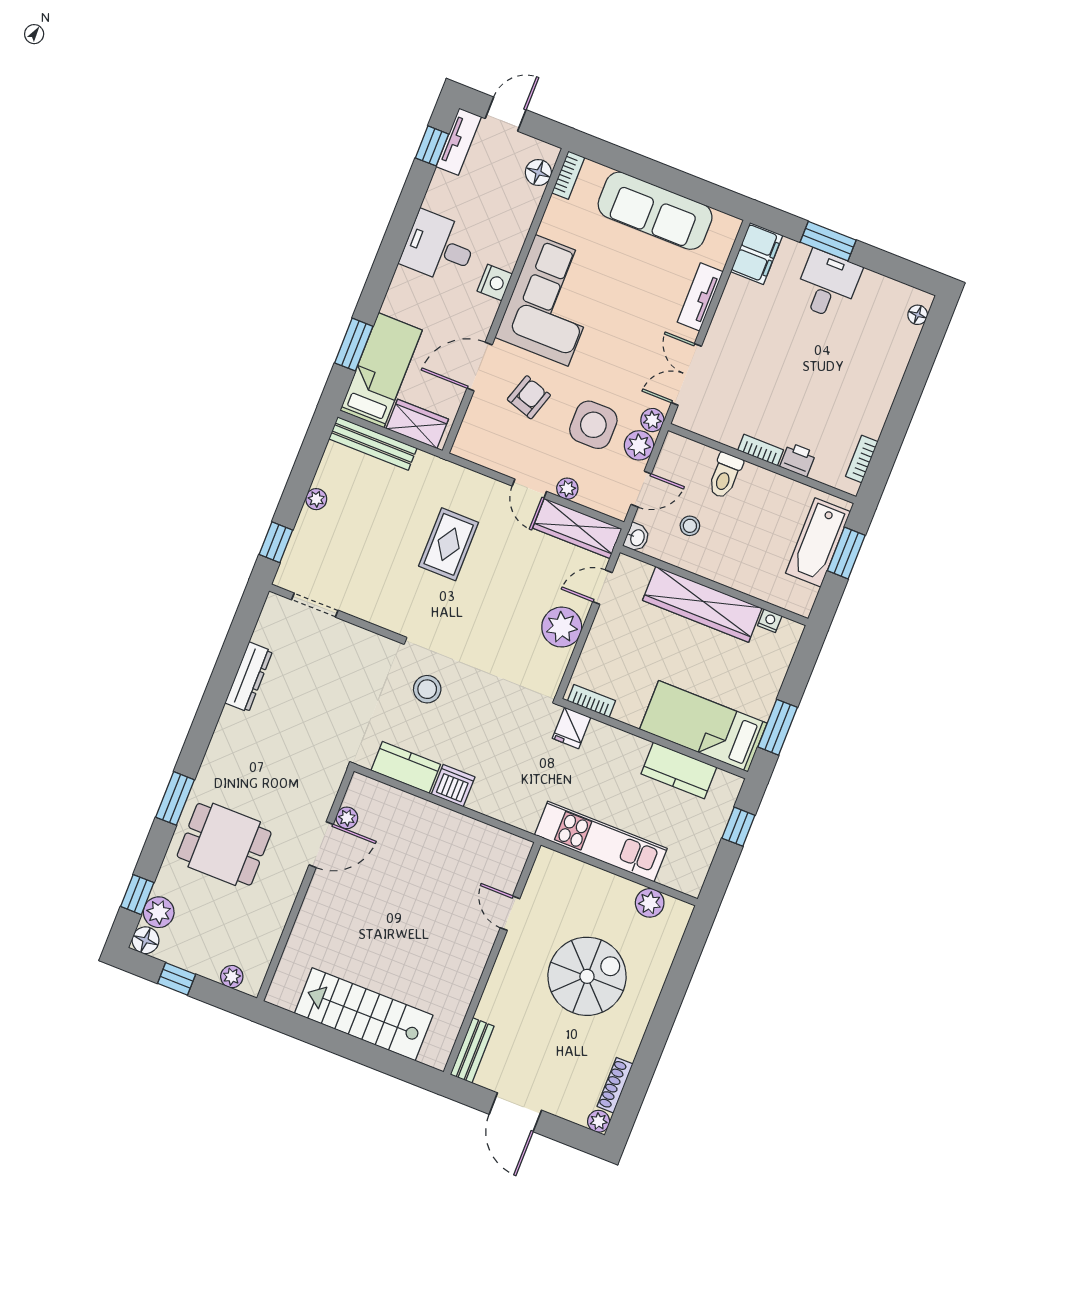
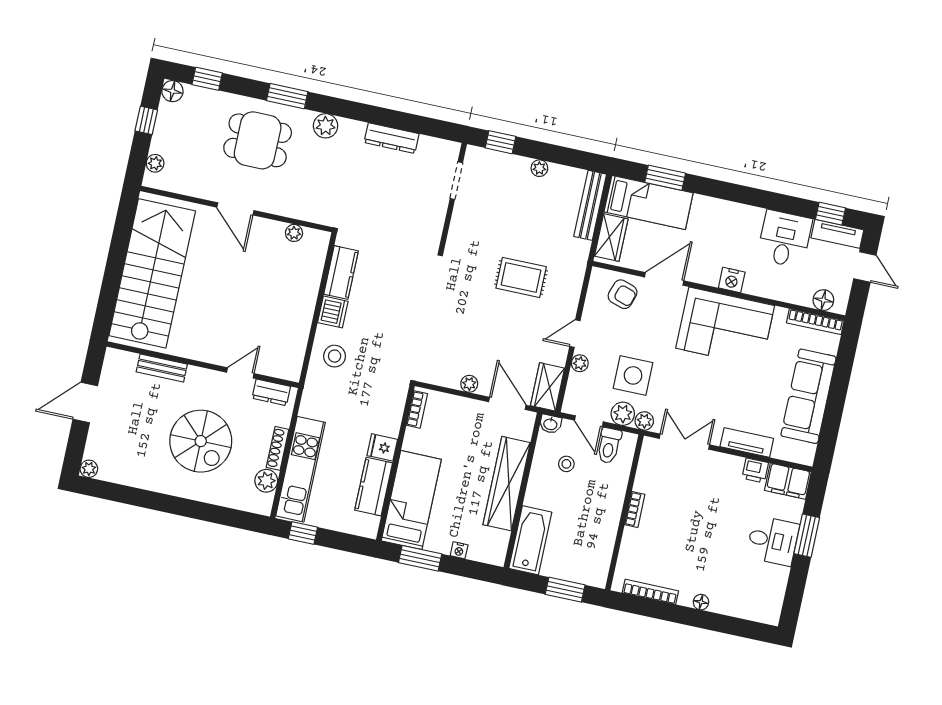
bookcase: (568, 175) -> (815, 322), width x1.56
desk: (439, 247) -> (785, 239), moved
floor lamp: (918, 315) -> (701, 602), moved
door: (480, 366) -> (664, 279), hinge flipped
armchair: (529, 397) -> (623, 294), moved
bookcase: (862, 459) -> (650, 592), width x1.56
printer: (798, 460) -> (755, 470), moved, turned 90
toilet: (725, 476) -> (609, 446), moved, turned -90
wardrobe: (577, 528) -> (548, 387), width x0.67
bathtub: (818, 542) -> (530, 540), moved, turned 90
door: (603, 587) -> (507, 403), width x1.37
nightstand: (770, 621) -> (459, 550), moved, turned 90
plant: (562, 627) -> (469, 384), width x0.53, depth x0.53
stool: (427, 689) -> (335, 356), moved
fridge: (572, 728) -> (382, 447), moved
window: (738, 827) -> (303, 533), moved
kitchen unit: (601, 842) -> (301, 469), moved
dining table: (224, 844) -> (258, 140), turned 90
door: (321, 845) -> (235, 209), moved
dresser: (541, 879) -> (271, 392), added
plant: (159, 912) -> (326, 126), moved
stairs: (364, 1014) -> (152, 273), width x1.36, depth x1.51
bench: (472, 1050) -> (162, 368), moved
shoe rack: (615, 1085) -> (278, 448), moved, turned -90

